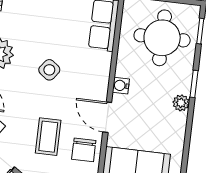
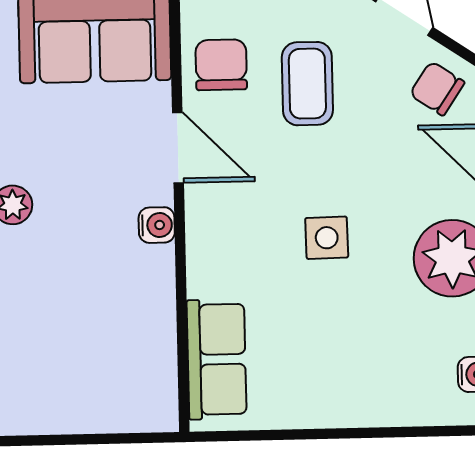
round table: (162, 38) -> (78, 348), removed
side table: (49, 70) -> (327, 238), turned -38

